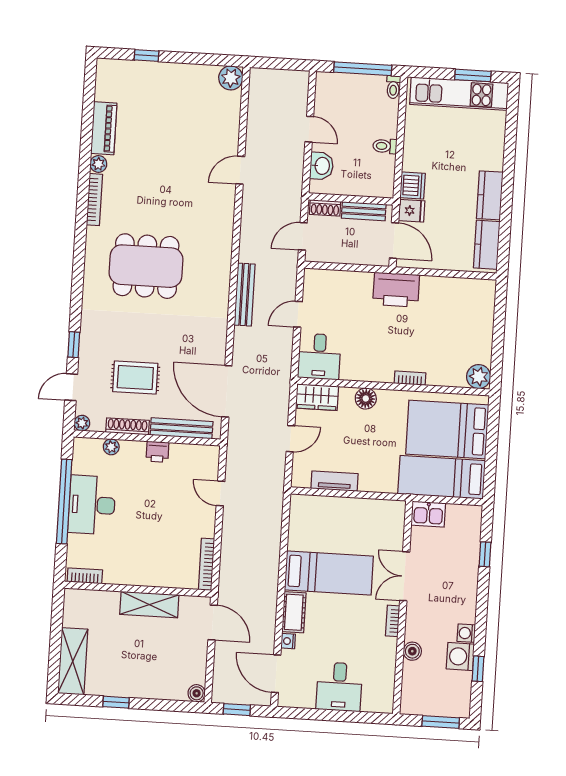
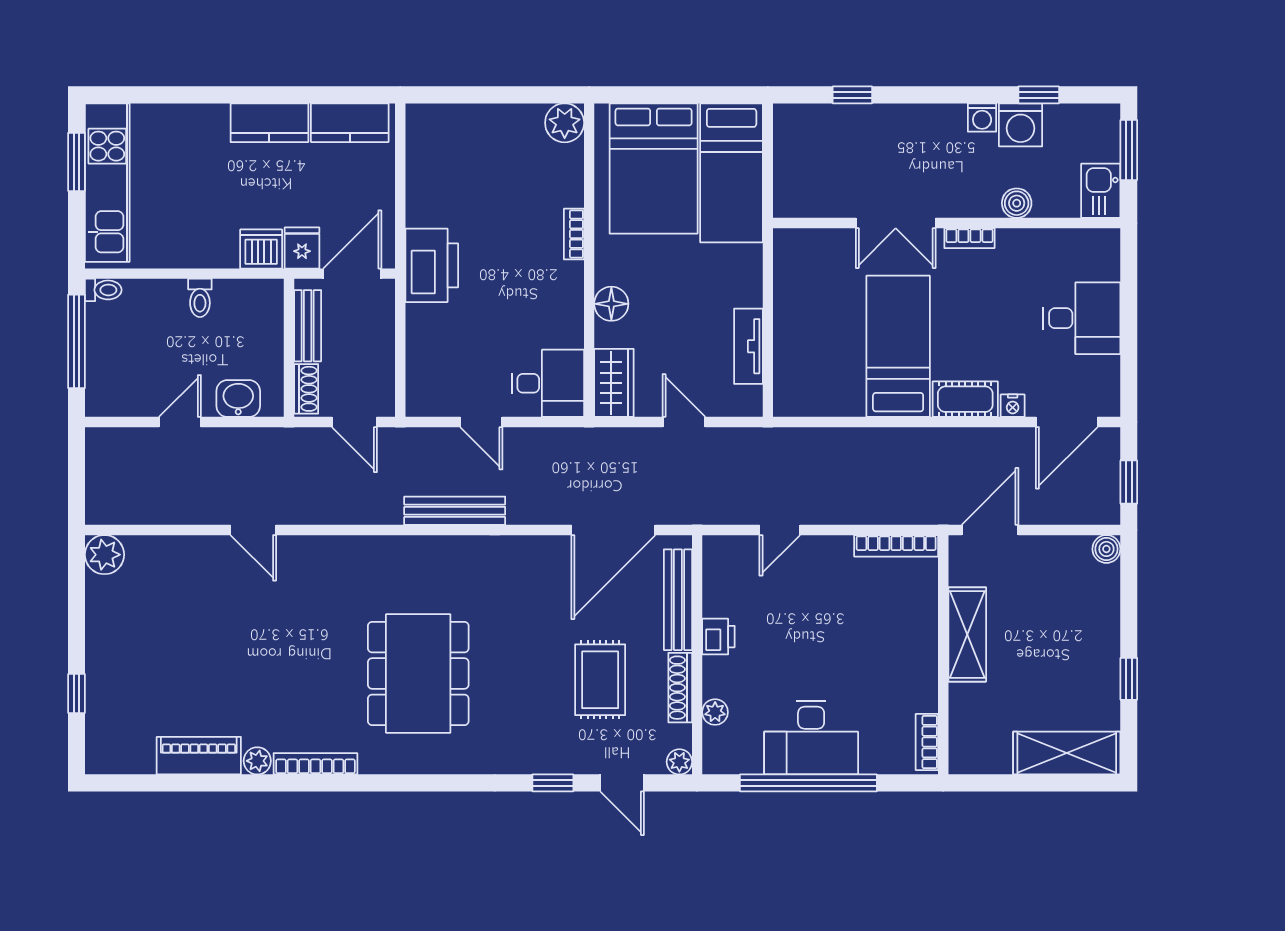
kitchen sink: (428, 514) -> (1101, 191), moved, turned 180

